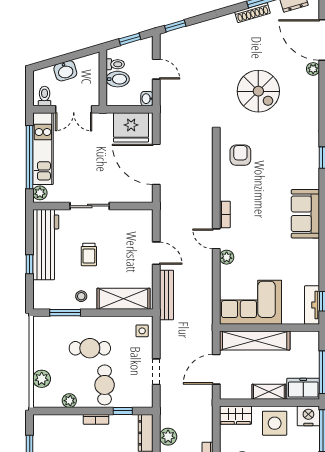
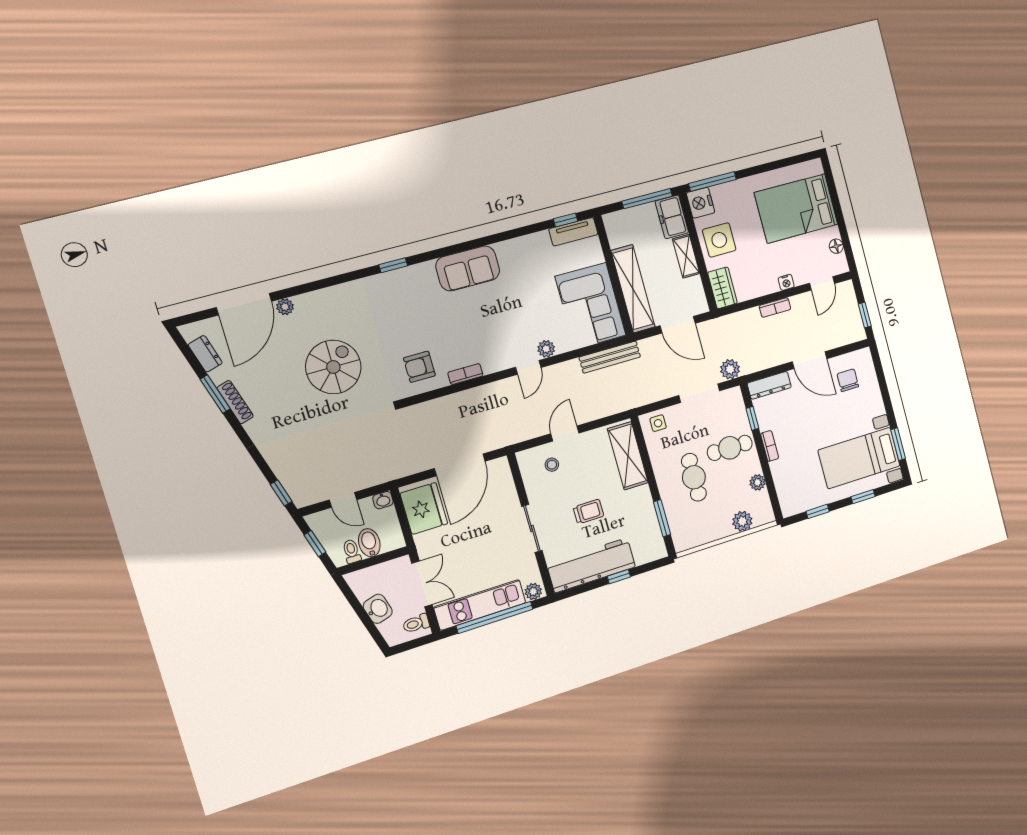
door: (156, 69) -> (343, 500), swing flipped
bookcase: (225, 214) -> (465, 374), moved
bench: (166, 295) -> (610, 357), moved
stool: (81, 296) -> (552, 465), moved
doorway: (156, 372) -> (699, 393), width x1.38
plant: (168, 437) -> (730, 369), moved

